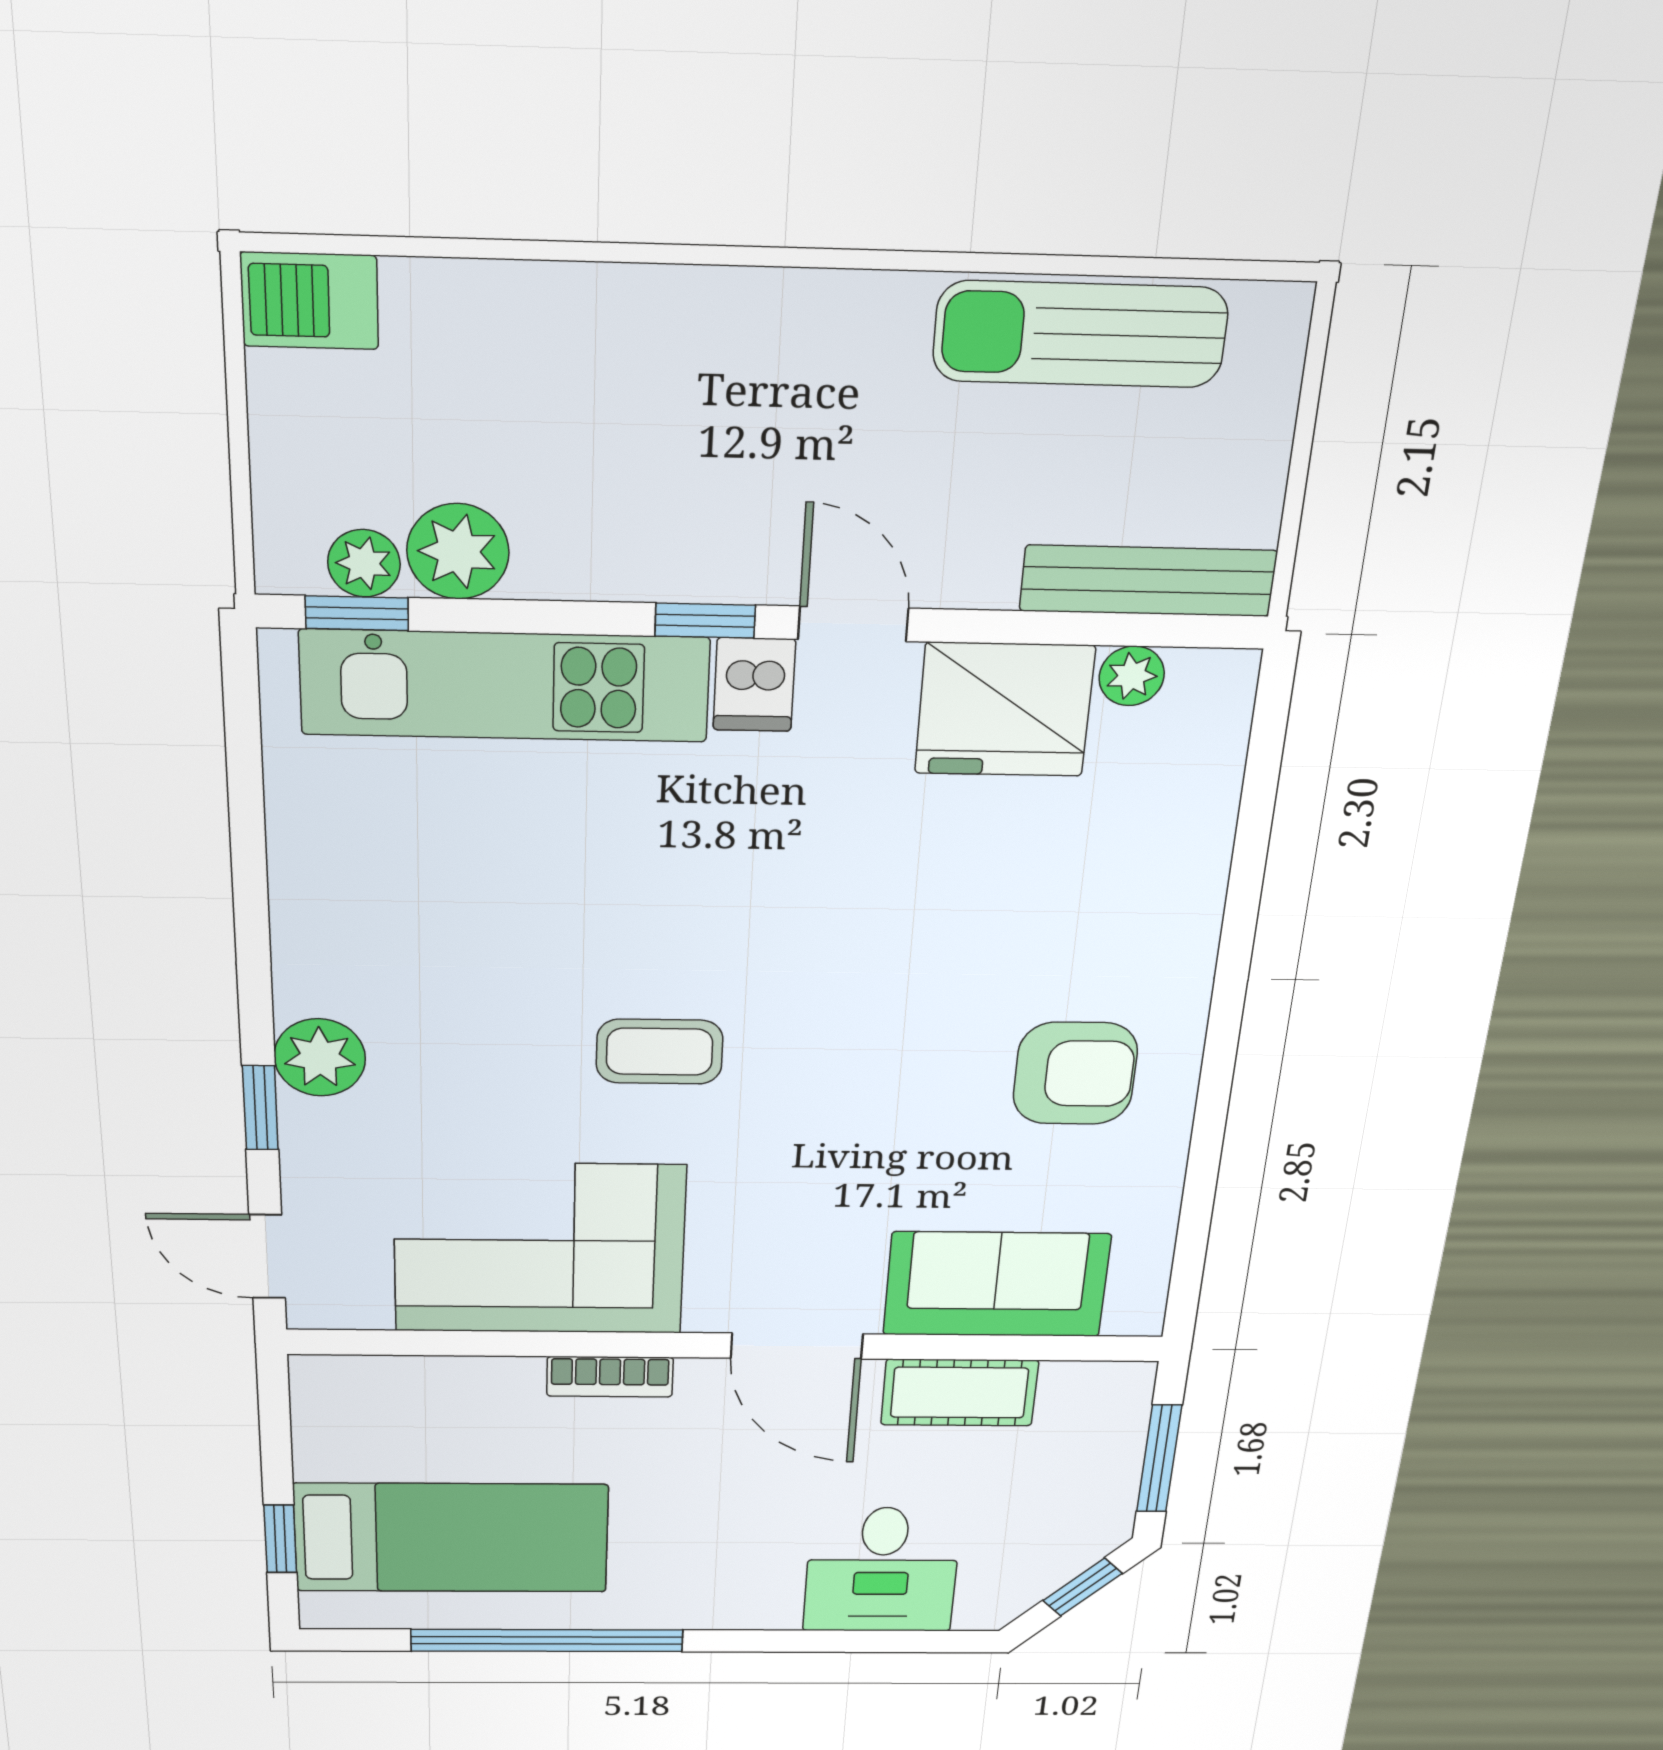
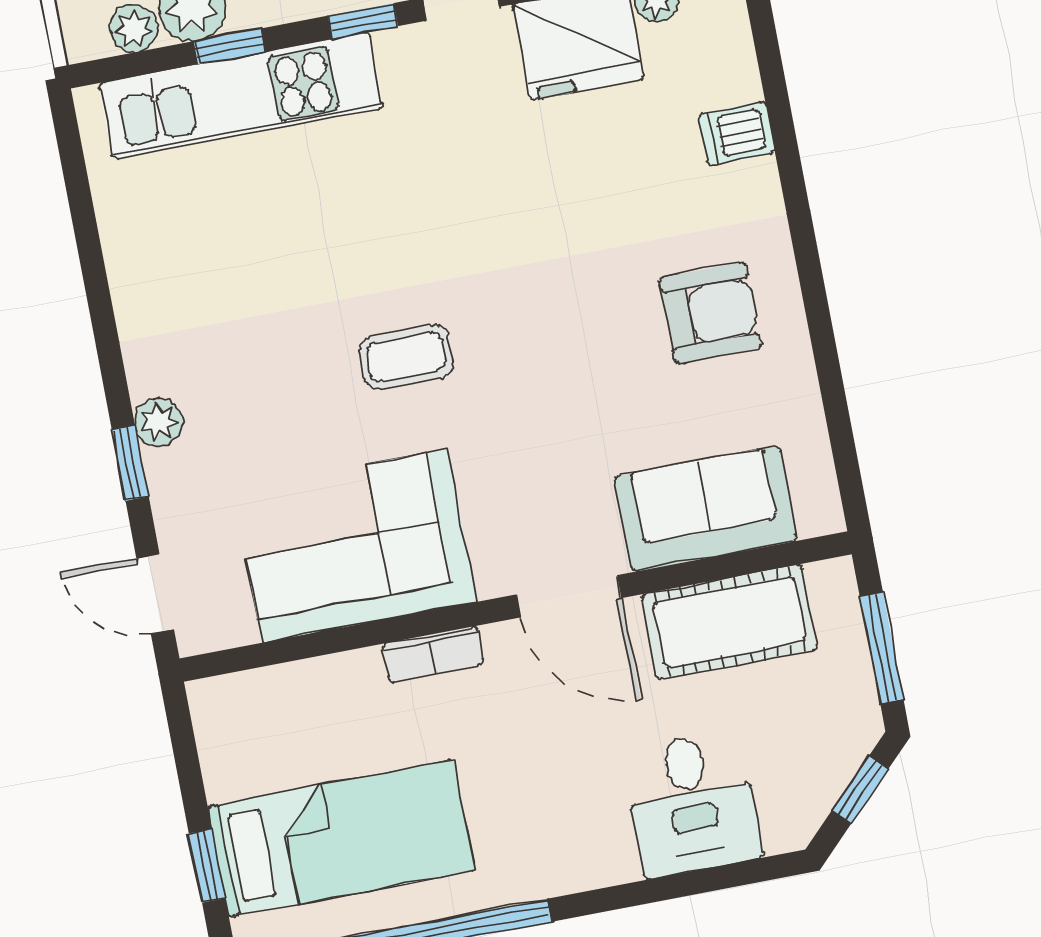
window: (357, 613) -> (229, 46), moved
dishwasher: (754, 685) -> (737, 133), moved, turned 90
plant: (320, 1057) -> (159, 422), width x0.73, depth x0.73
cot: (959, 1393) -> (730, 622), width x1.37, depth x1.34

